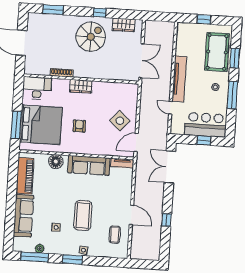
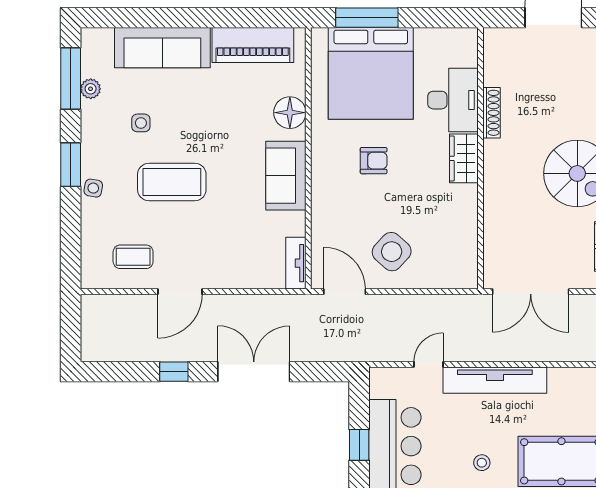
desk: (37, 88) -> (453, 100), moved
sofa: (89, 165) -> (286, 176), width x0.73
double door: (170, 167) -> (254, 372), moved

